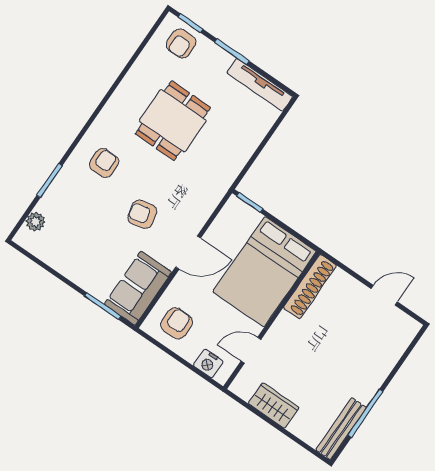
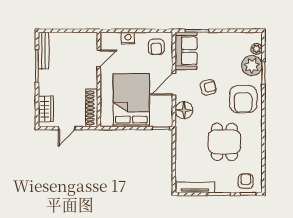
armchair: (104, 163) -> (243, 99), width x1.88, depth x1.88
plant: (59, 202) -> (252, 66), added
floor lamp: (199, 206) -> (184, 110), added
shoe rack: (310, 287) -> (92, 108), moved
wall: (272, 320) -> (99, 79), moved
door: (251, 350) -> (99, 58), moved
wardrobe: (274, 405) -> (46, 109), moved, turned -90

